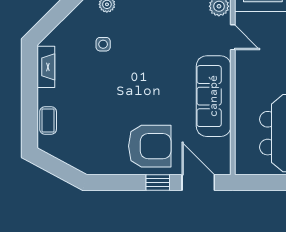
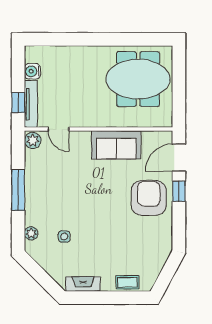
door: (233, 37) -> (58, 129), swing flipped
sofa: (214, 96) -> (116, 145), width x0.73

